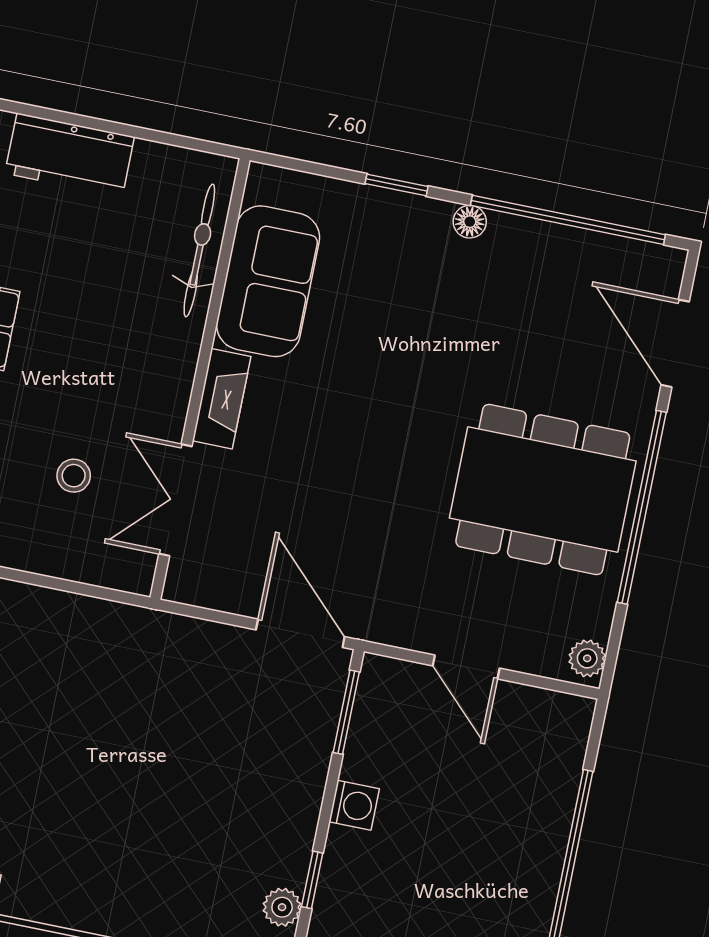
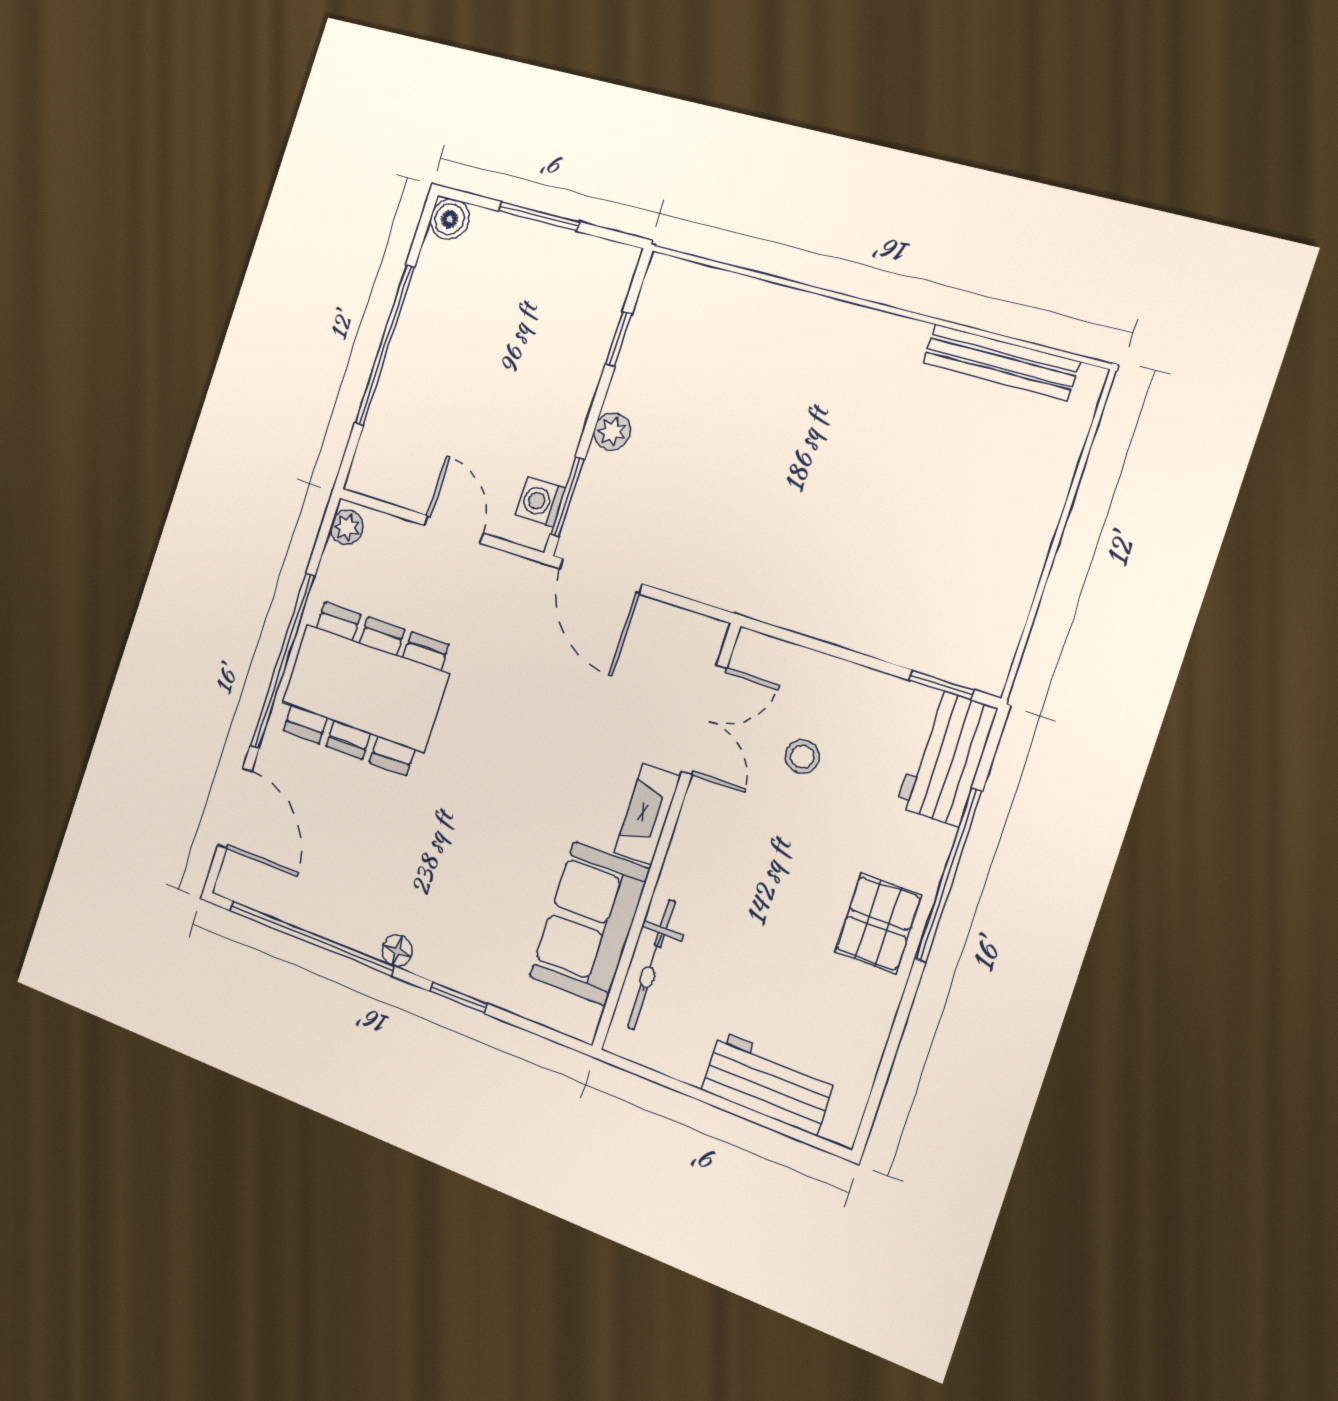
washing machine: (354, 805) -> (540, 502), moved
plant: (282, 907) -> (612, 431), moved

